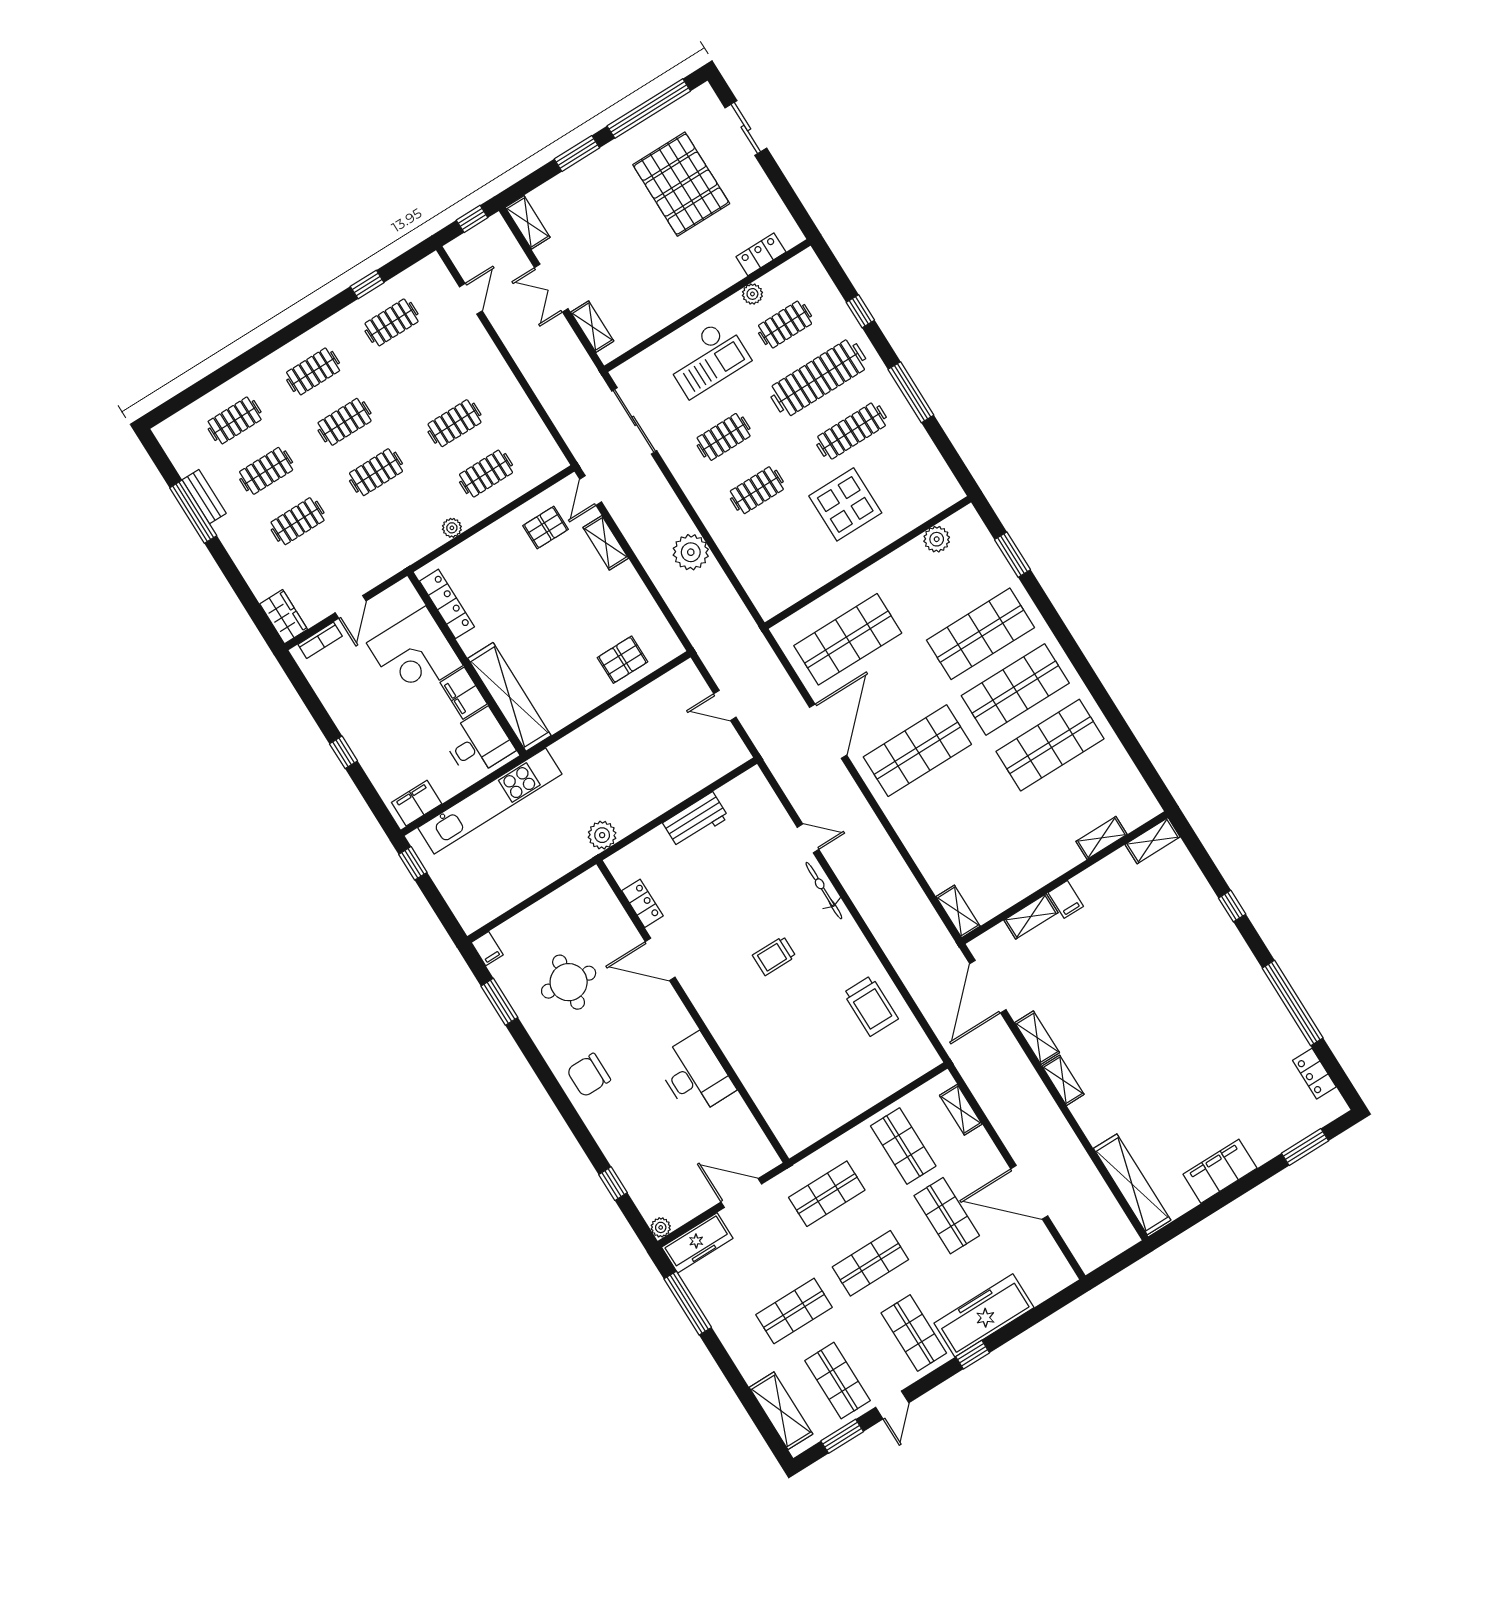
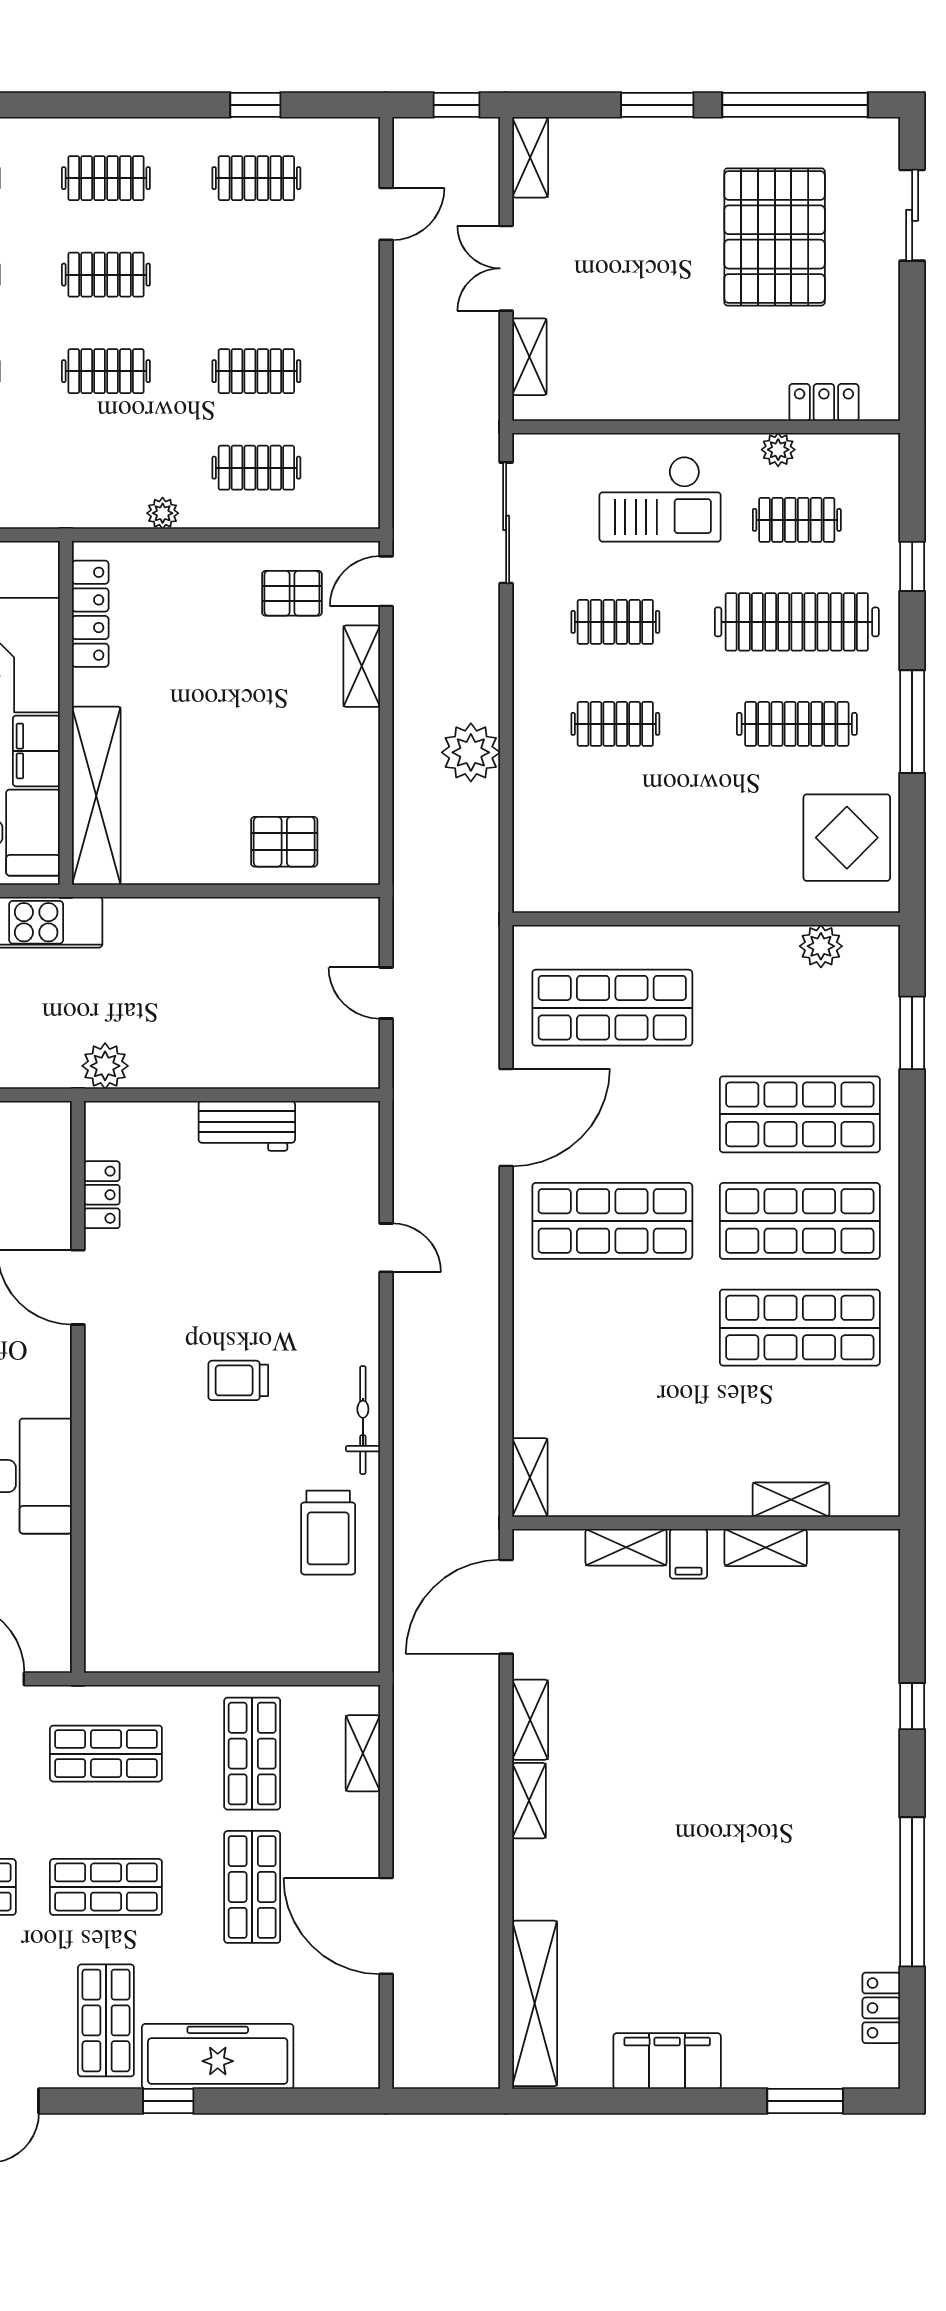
display table: (845, 504) -> (847, 838), moved
shelving: (1153, 841) -> (766, 1548), moved
bicycle: (824, 891) -> (363, 1420), moved

